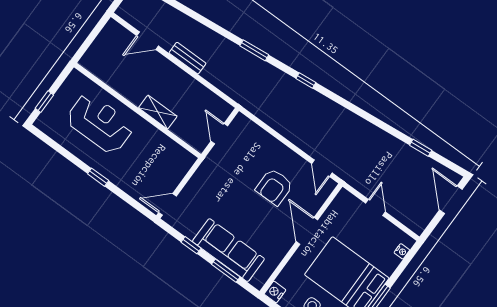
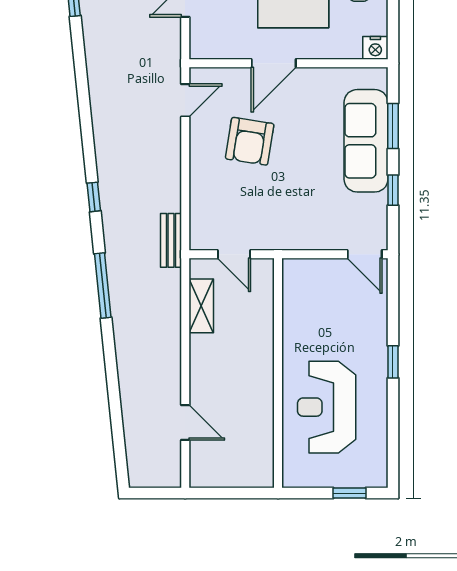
window: (254, 50) -> (103, 286), width x1.44
bench: (187, 58) -> (171, 240), moved
shelving: (158, 112) -> (201, 306), moved
door: (219, 134) -> (234, 254), hinge flipped
armchair: (274, 187) -> (250, 141), turned 99

